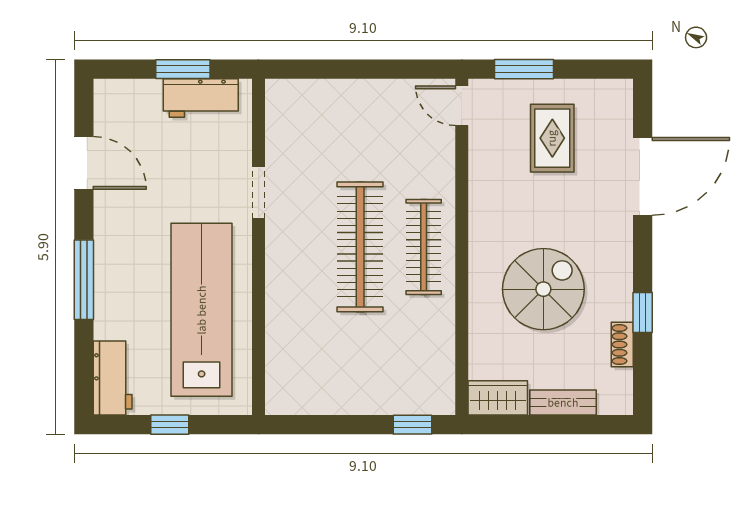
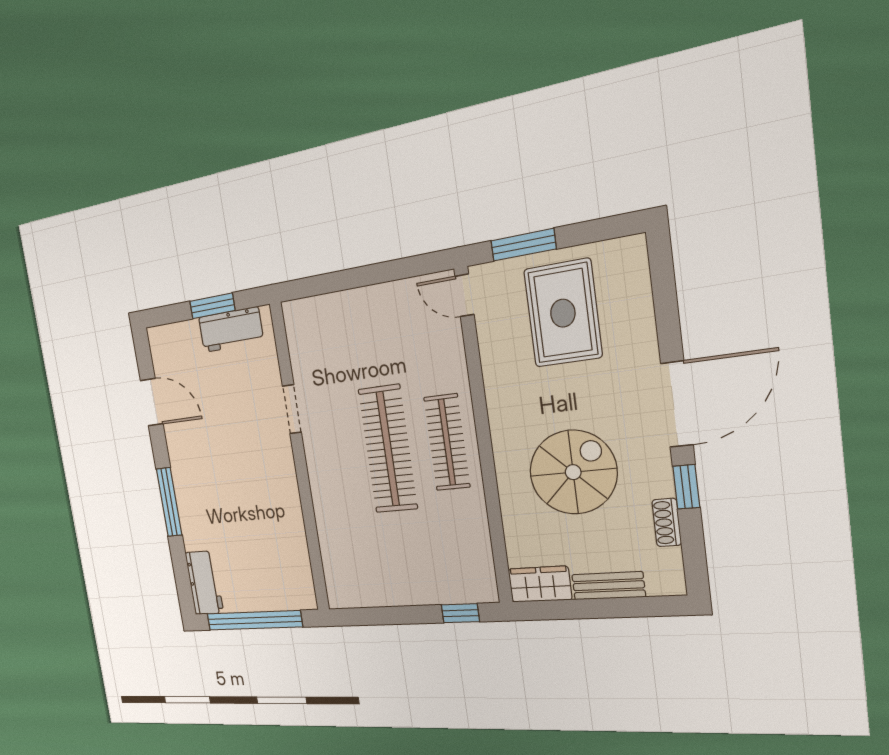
rug: (552, 138) -> (563, 313), width x1.36, depth x1.43
door: (643, 176) -> (677, 404), moved
lab bench: (202, 310) -> (263, 520), removed
window: (170, 425) -> (254, 620), width x3.17

